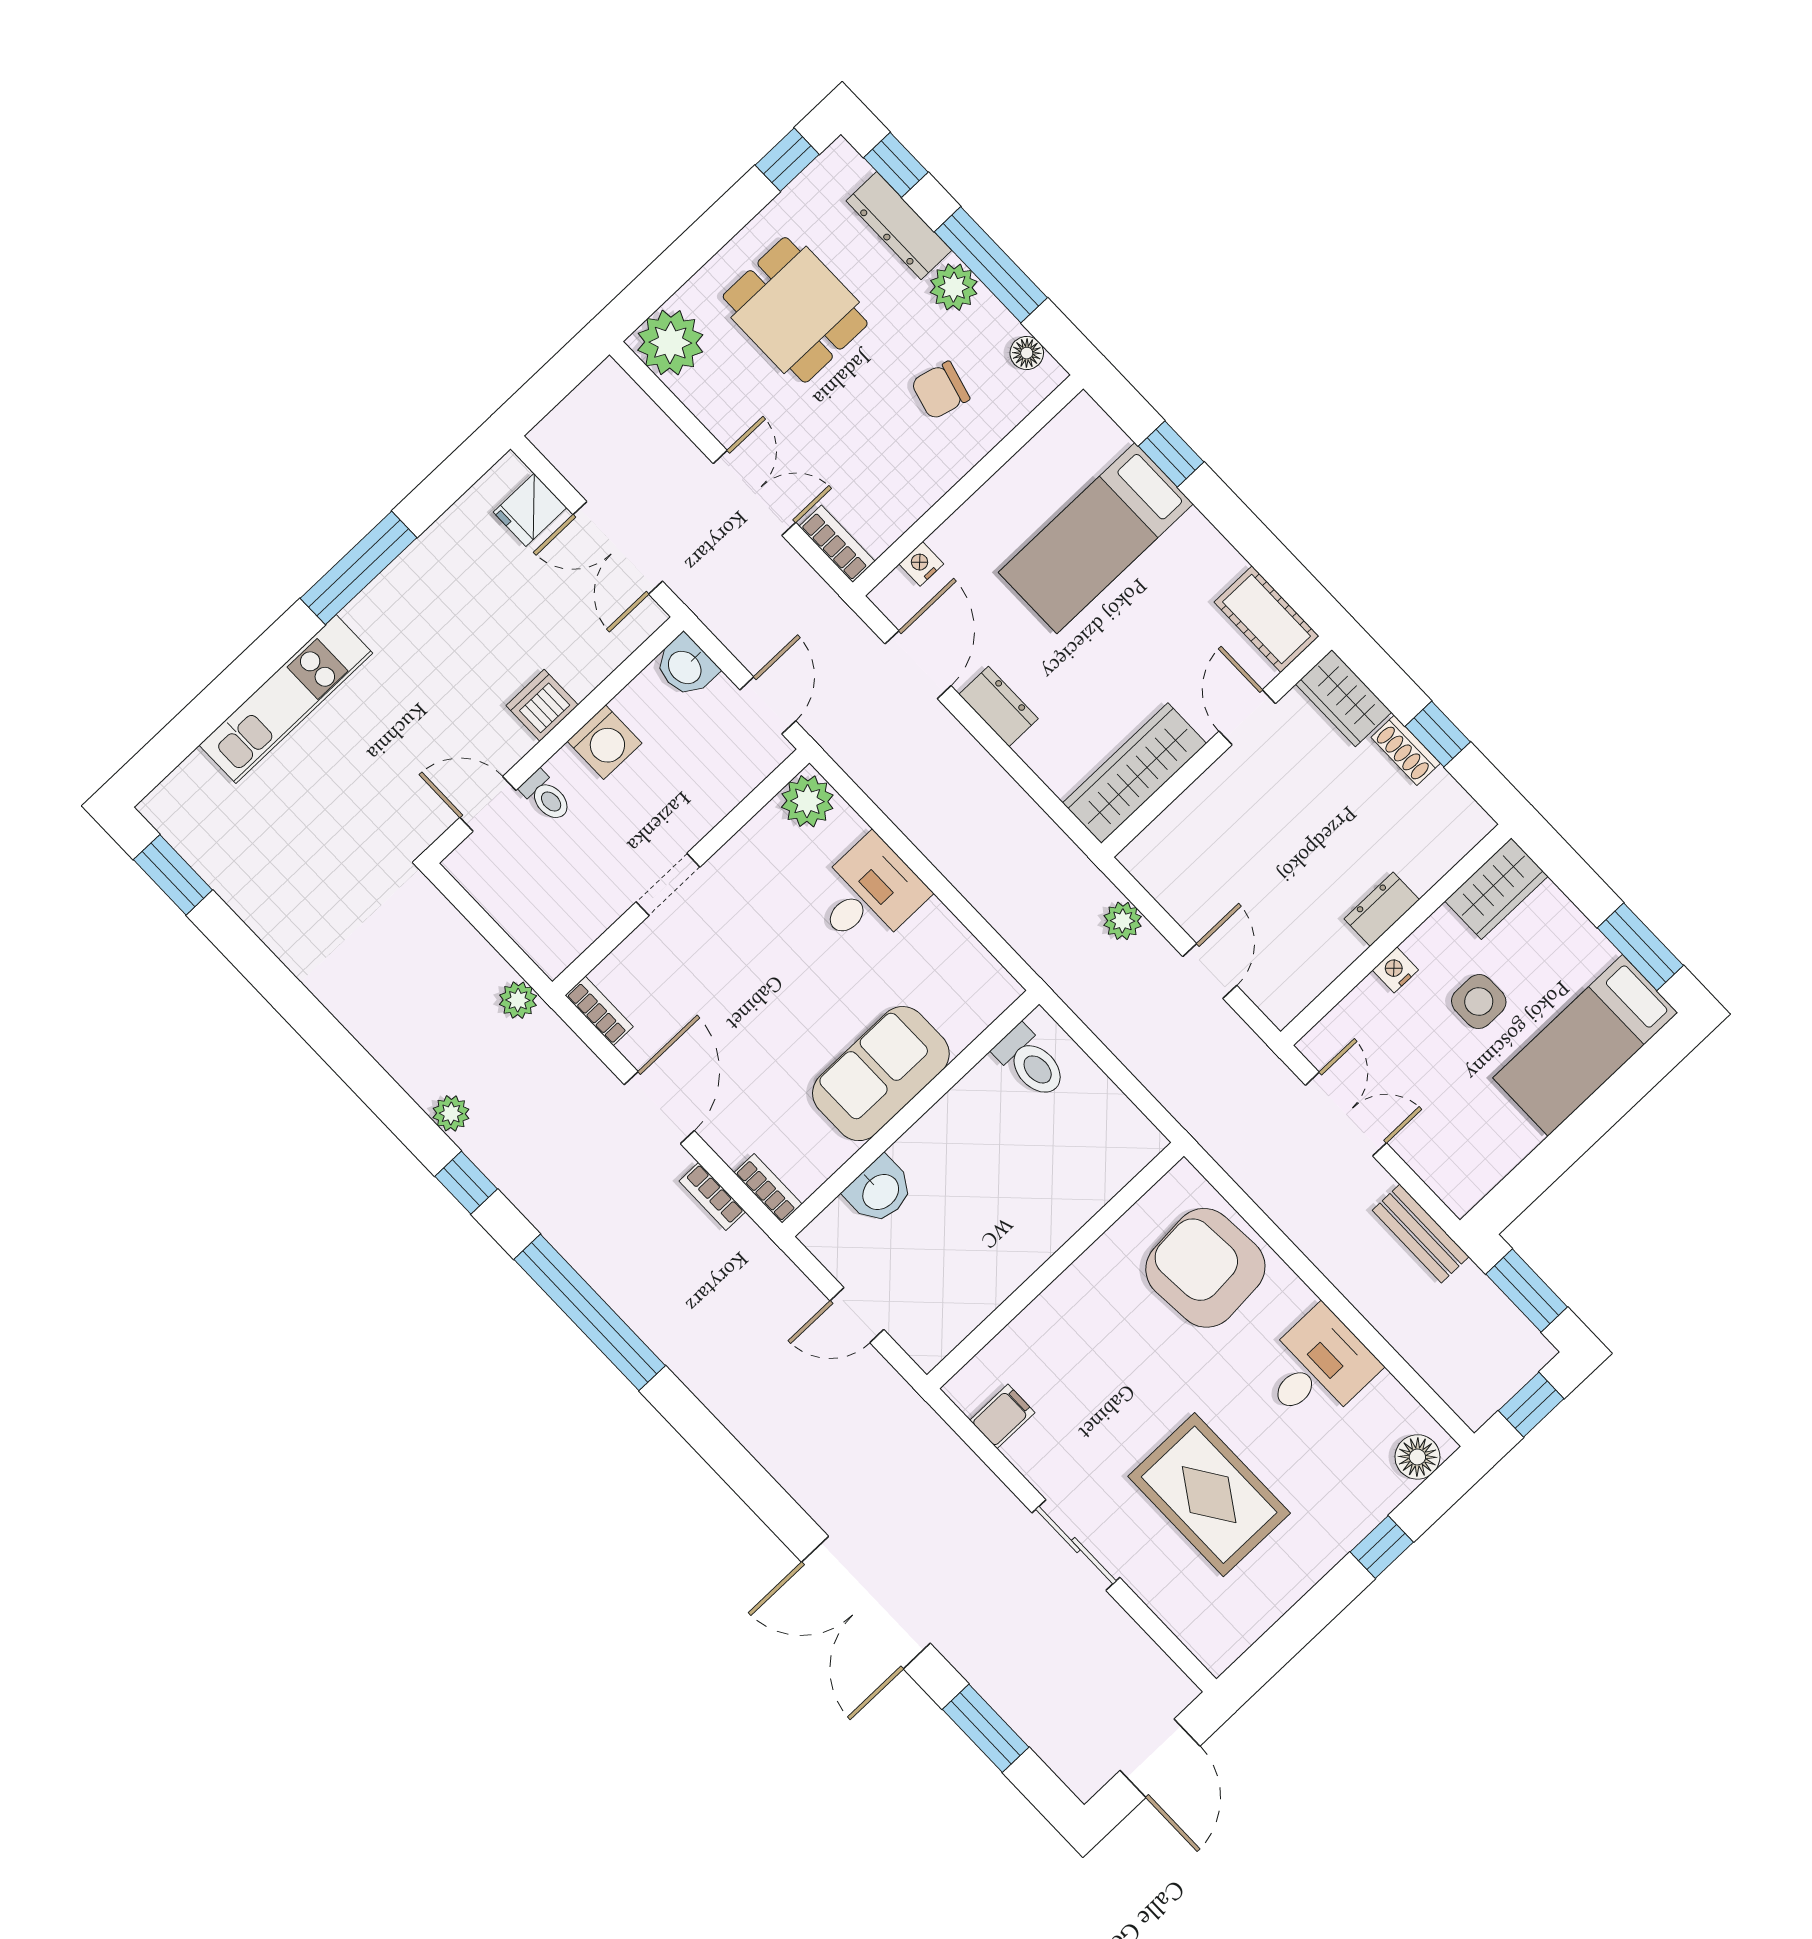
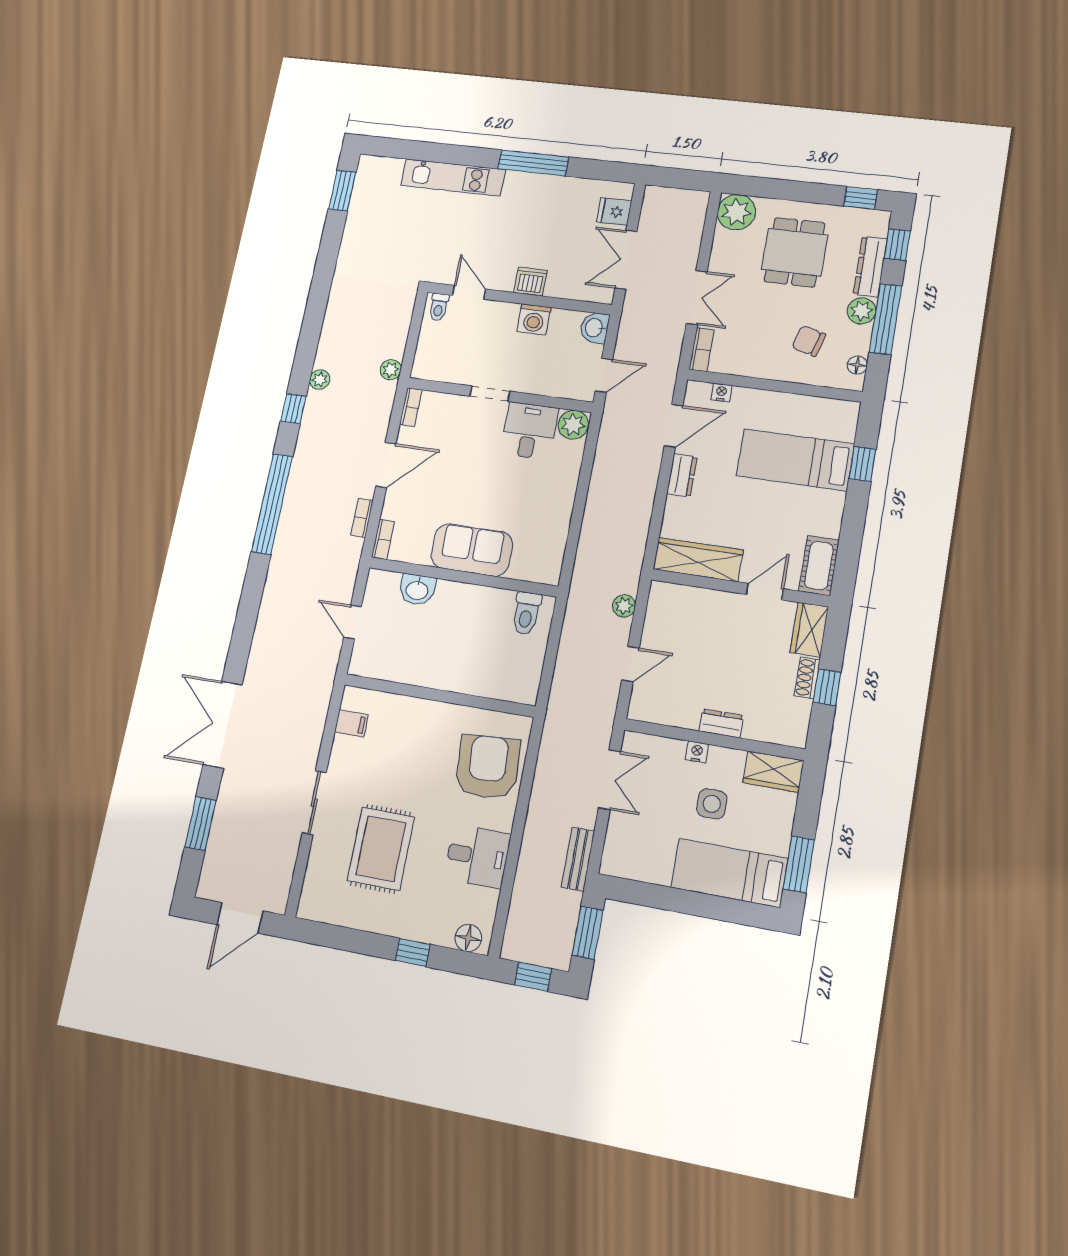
toilet: (546, 796) -> (439, 307), moved
desk: (868, 894) -> (529, 431), moved, turned -90

